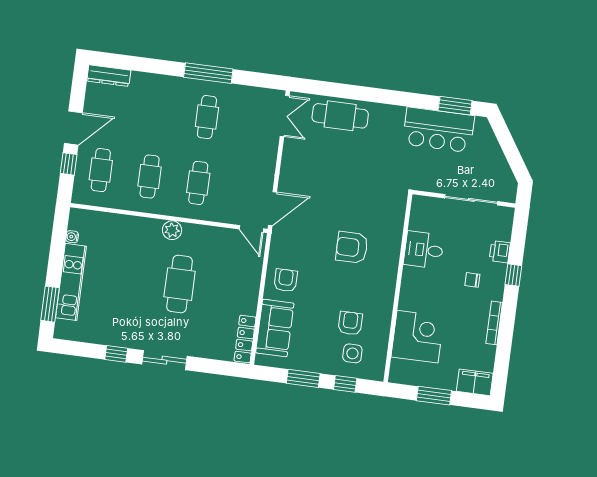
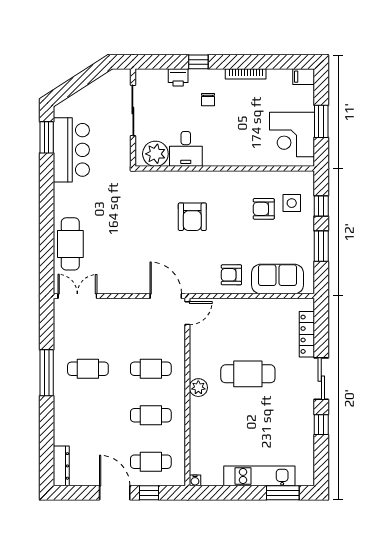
plant: (423, 217) -> (155, 154), added
water cooler: (72, 237) -> (195, 480), moved
corner desk: (417, 337) -> (292, 135), moved, turned -90
locker: (245, 339) -> (307, 334), moved, turned 90
filing cabinet: (475, 382) -> (304, 77), width x0.50

